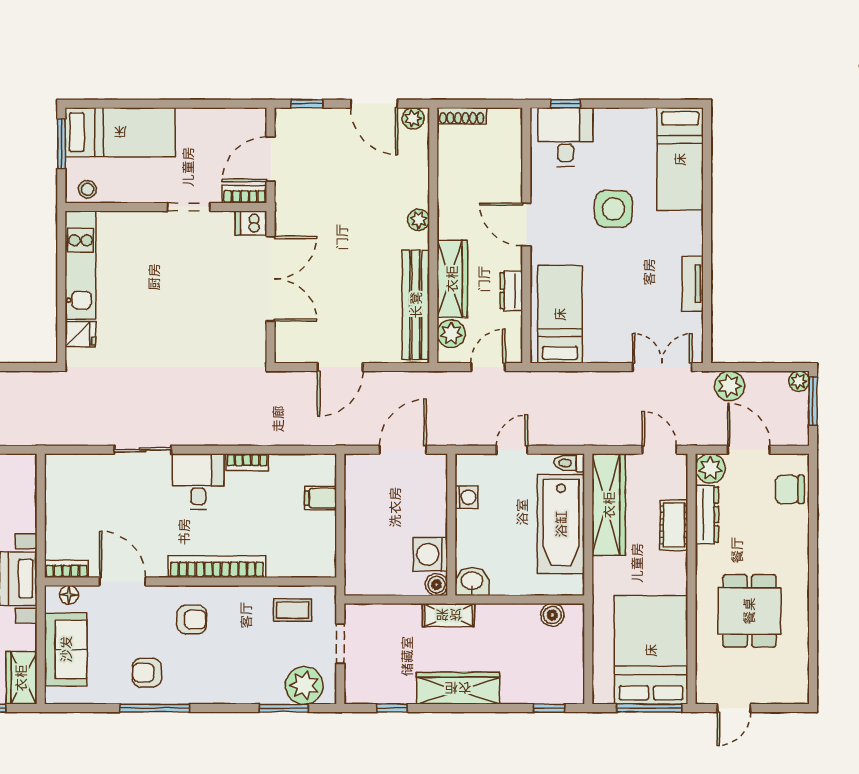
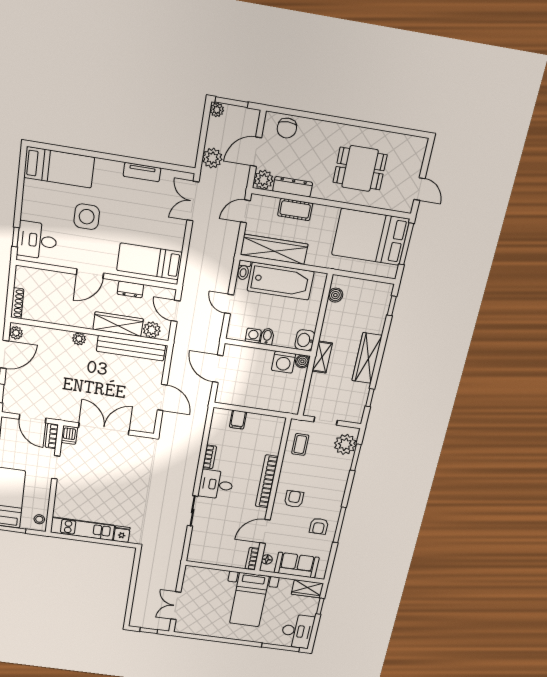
bidet: (469, 520) -> (267, 336), added

